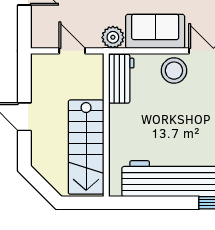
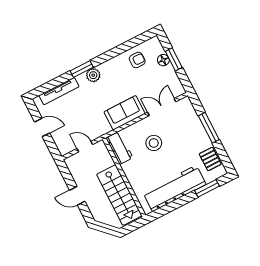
plant: (113, 37) -> (103, 128), removed
stool: (174, 71) -> (154, 143), moved

